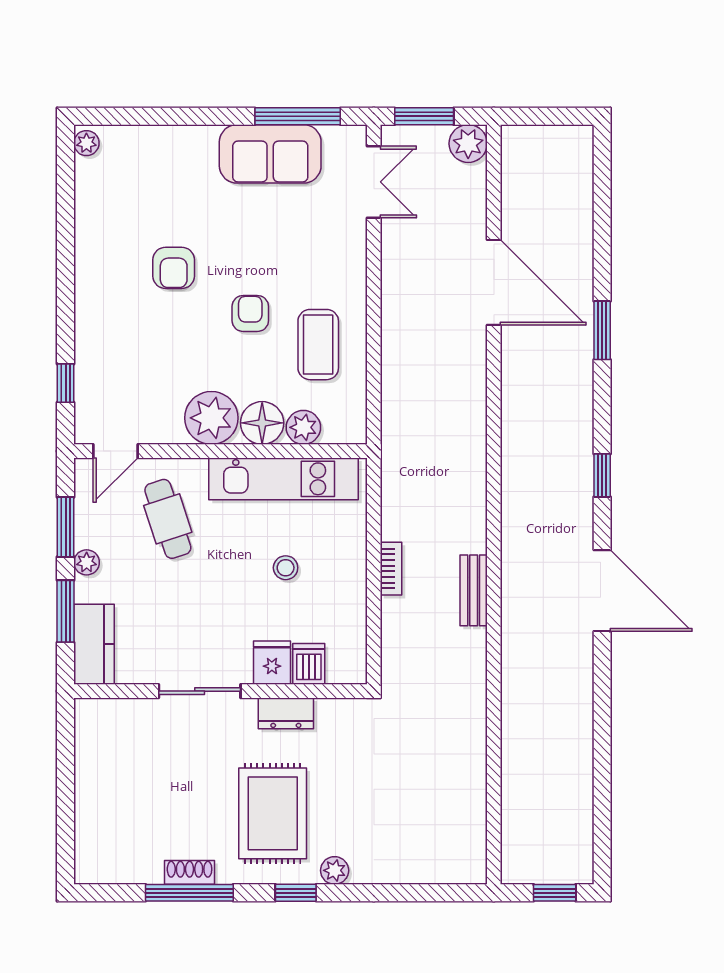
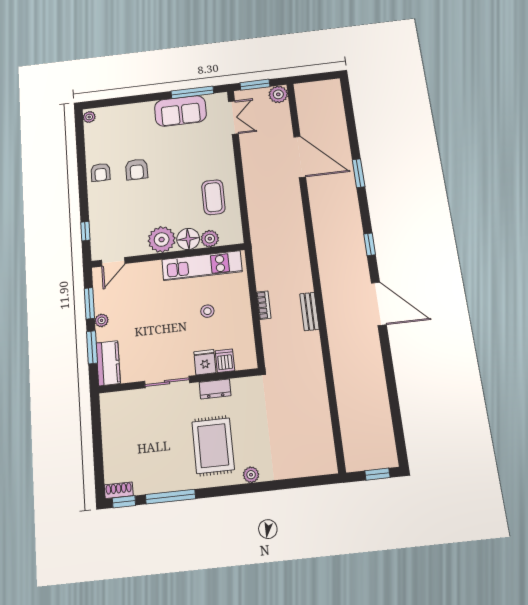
armchair: (250, 313) -> (101, 172), moved, turned 180
cafe table: (168, 519) -> (143, 293), removed
shoe rack: (190, 872) -> (119, 490), moved
window: (296, 893) -> (124, 502), moved

